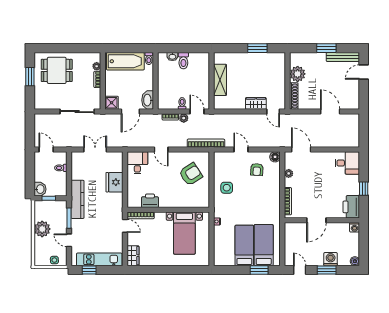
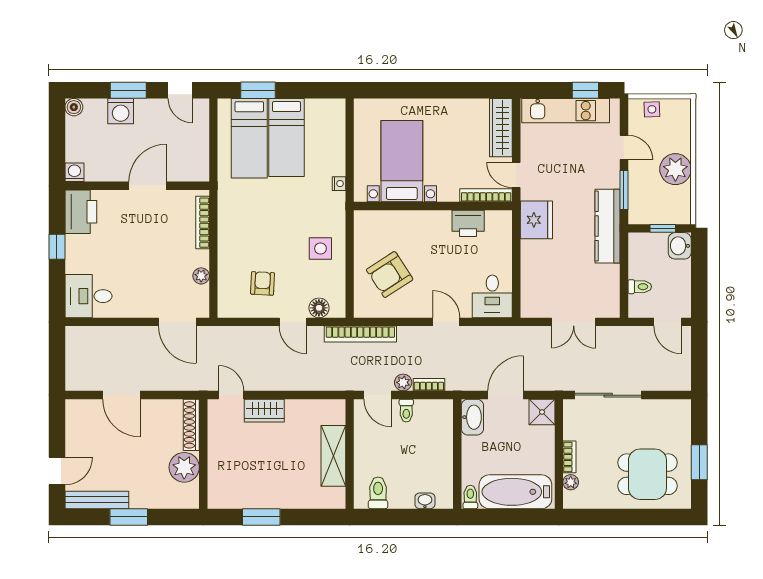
toilet: (183, 61) -> (378, 493), moved
floor lamp: (275, 157) -> (319, 308), moved
fridge: (114, 182) -> (536, 220), moved
wardrobe: (133, 256) -> (501, 128), width x1.50

